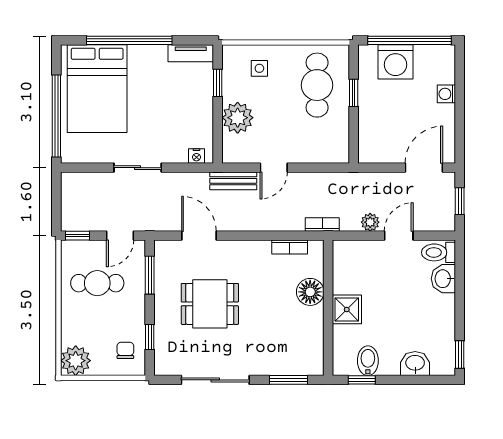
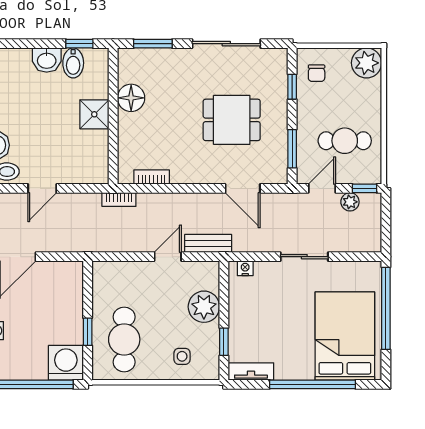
washing machine: (395, 62) -> (66, 363), moved
plant: (370, 222) -> (350, 202), moved
floor lamp: (310, 292) -> (131, 98), moved
washbasin: (415, 364) -> (47, 60), moved

